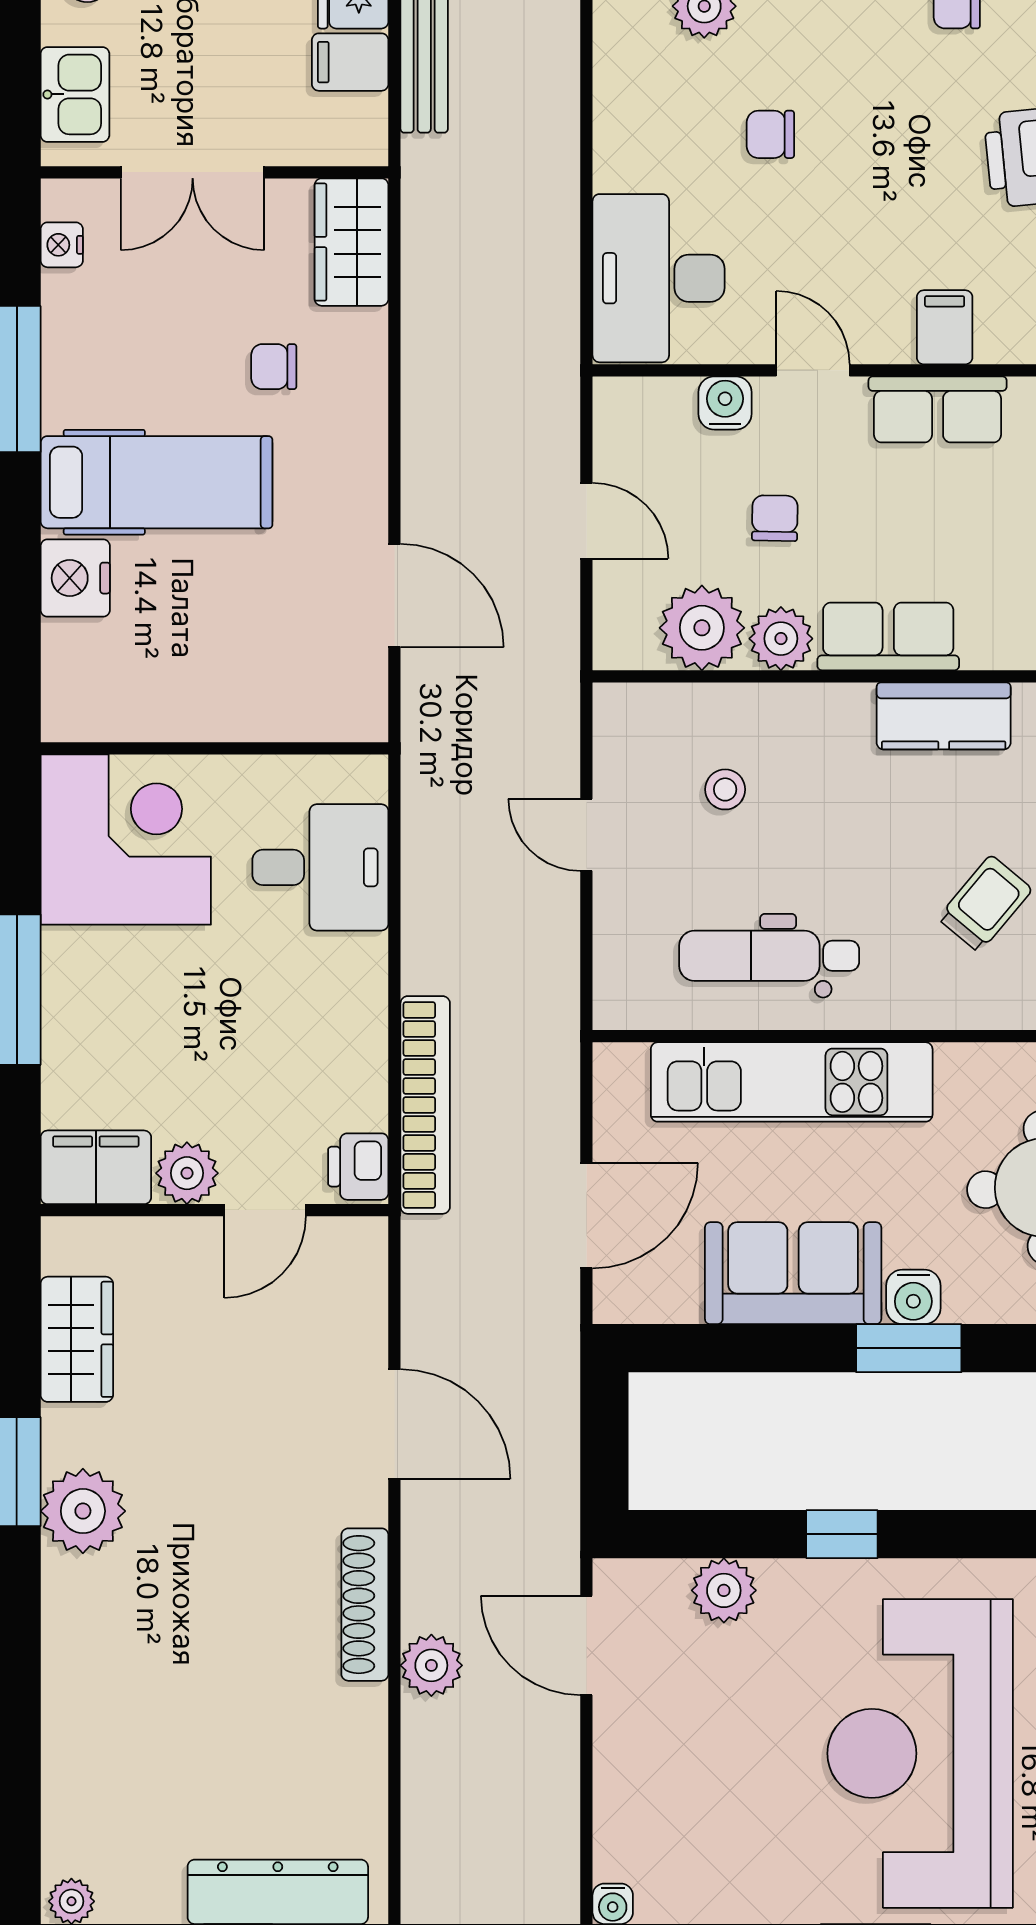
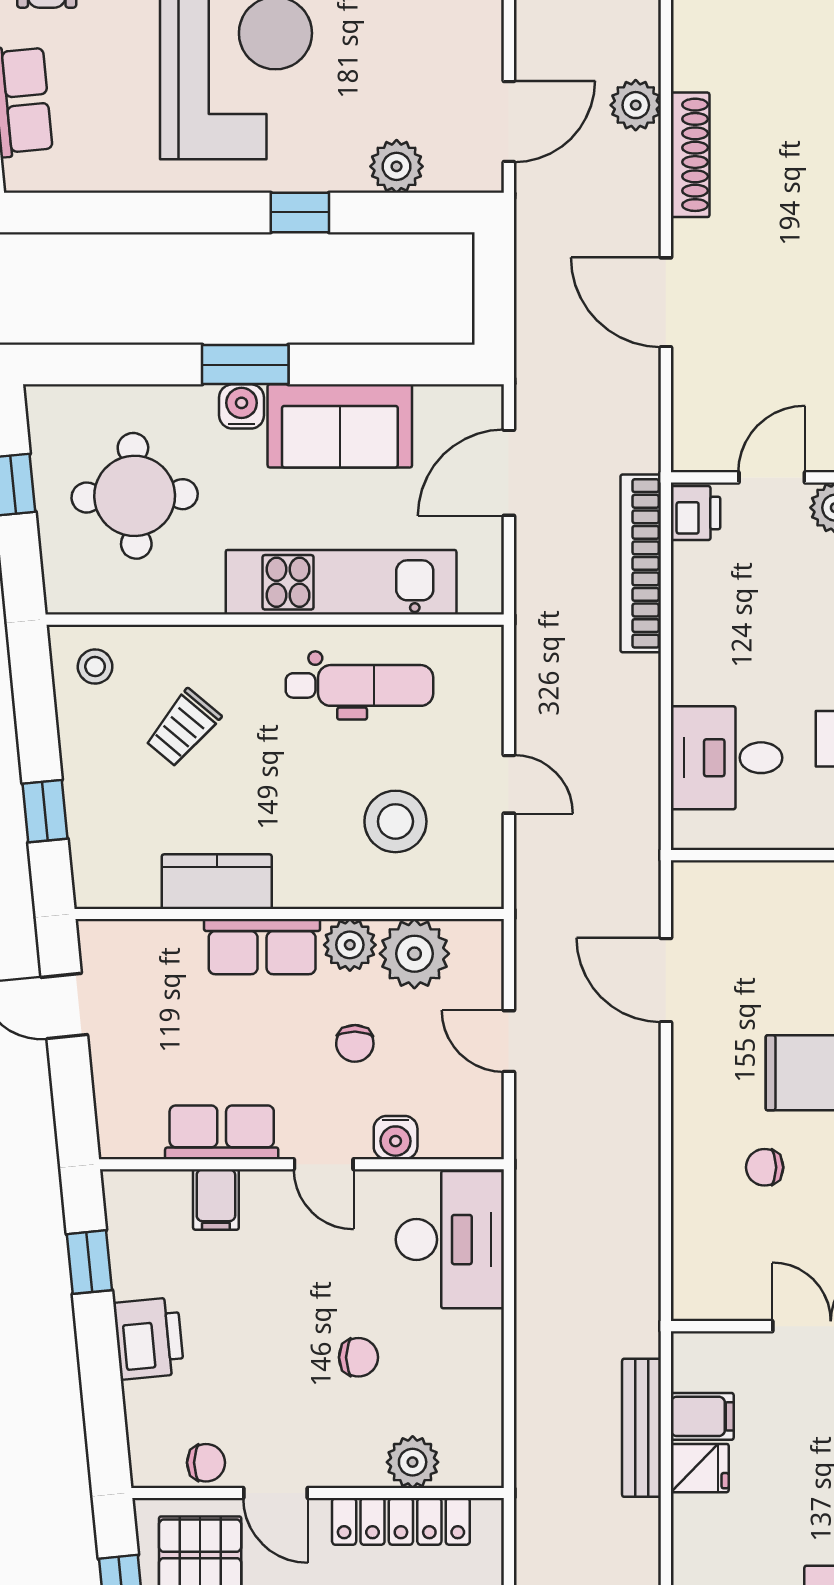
wardrobe: (352, 242) -> (701, 1269), removed
chair: (274, 367) -> (765, 1167), turned 180
stool: (725, 789) -> (395, 821), width x1.89, depth x1.89
door: (586, 1645) -> (509, 121), hinge flipped

